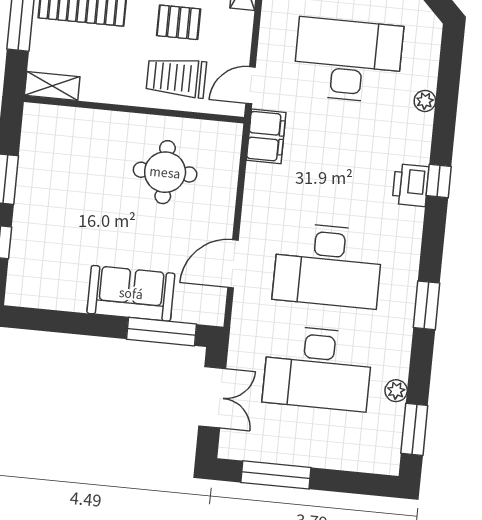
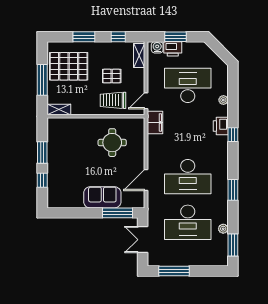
printer: (411, 185) -> (221, 126), moved
double door: (212, 397) -> (143, 240), swing flipped

